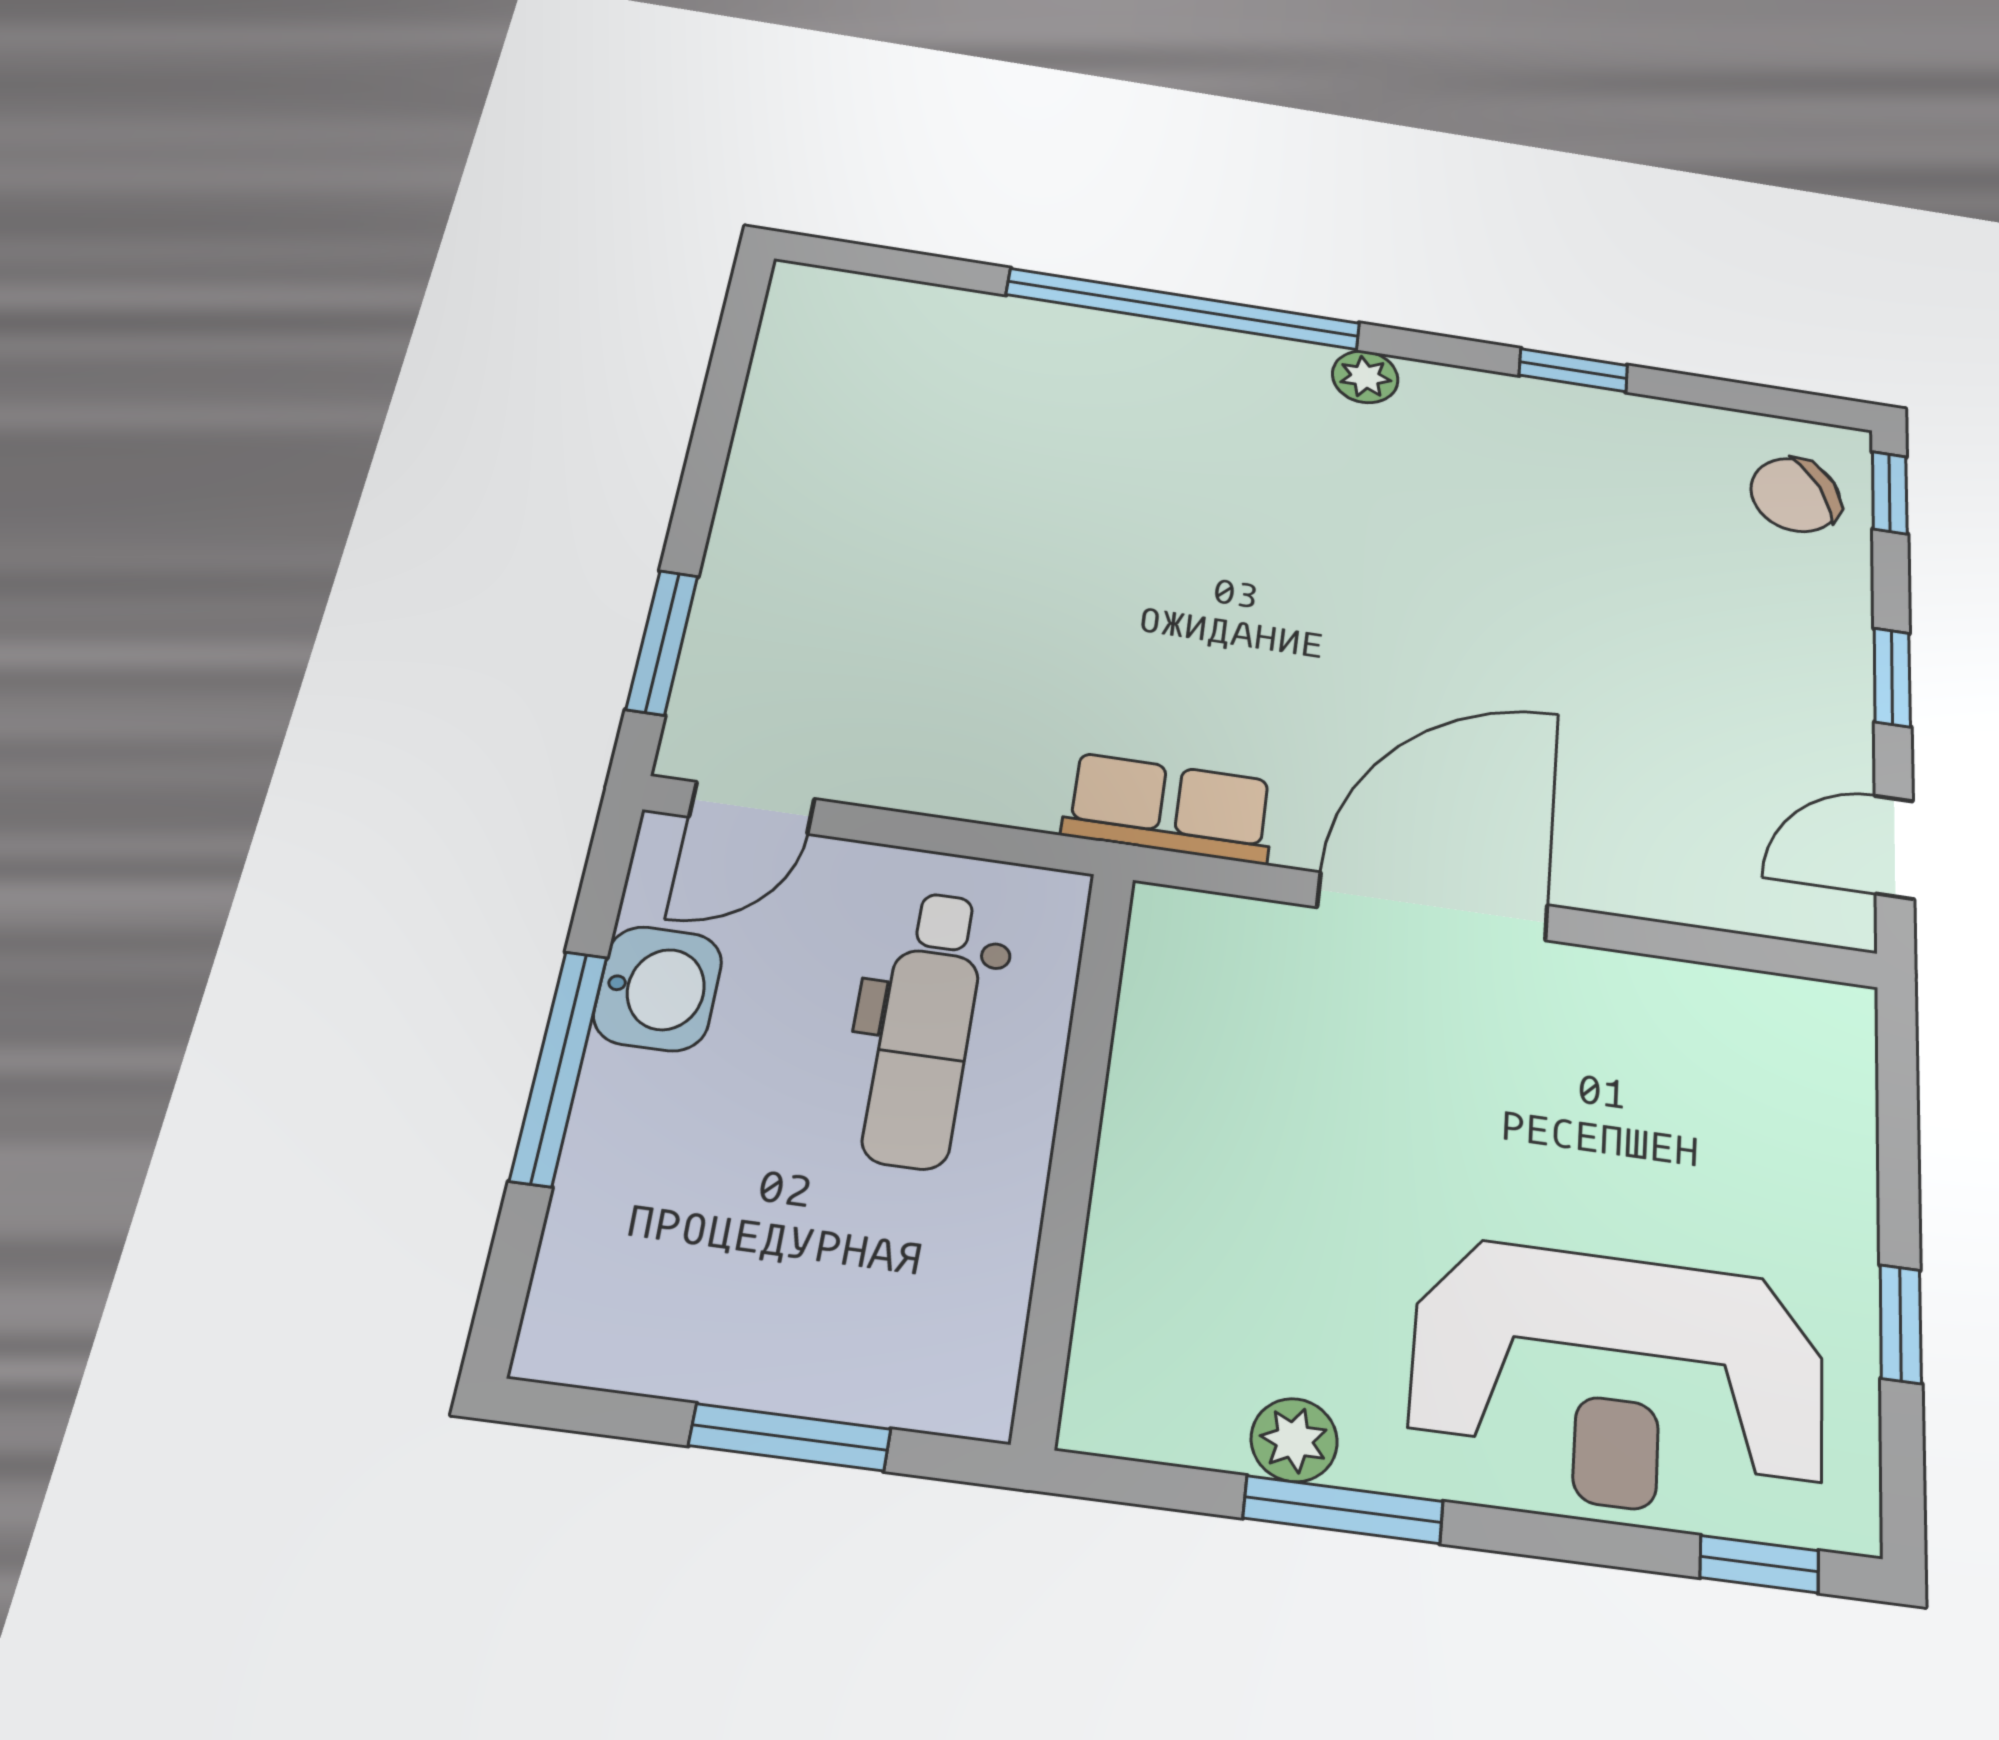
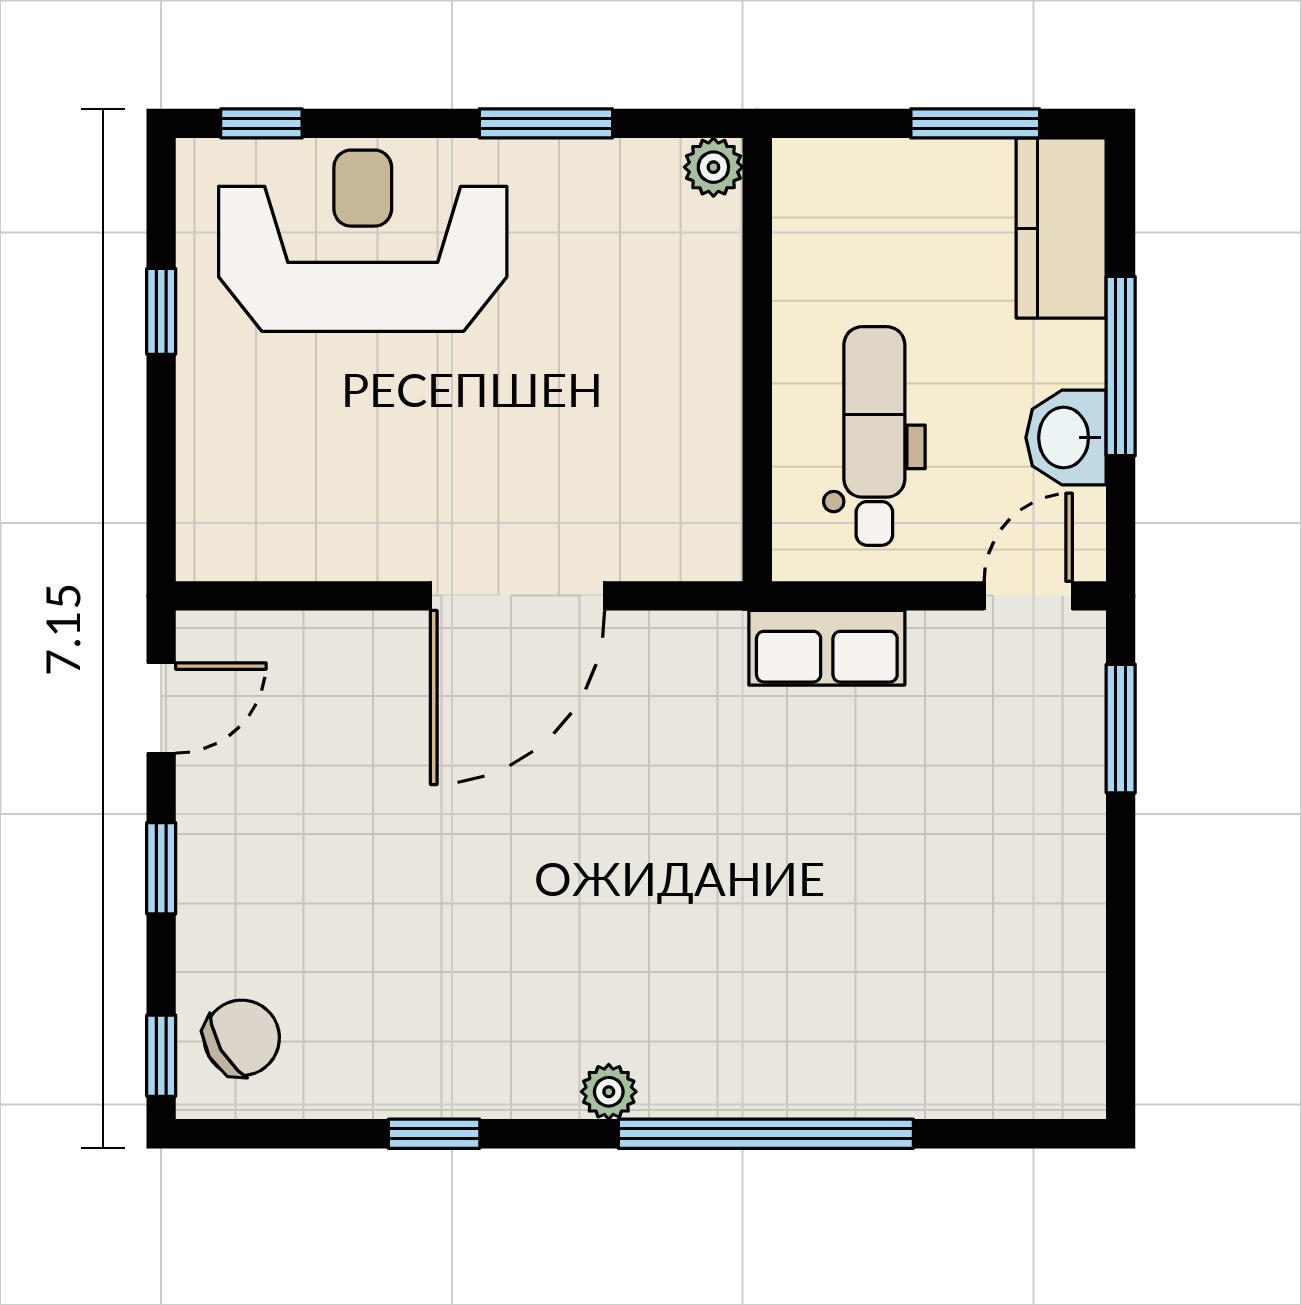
row of seats: (1169, 808) -> (827, 648), moved
kitchen counter: (603, 1262) -> (1061, 228), added
window: (790, 1437) -> (975, 123), moved
plant: (1294, 1440) -> (713, 167), moved

